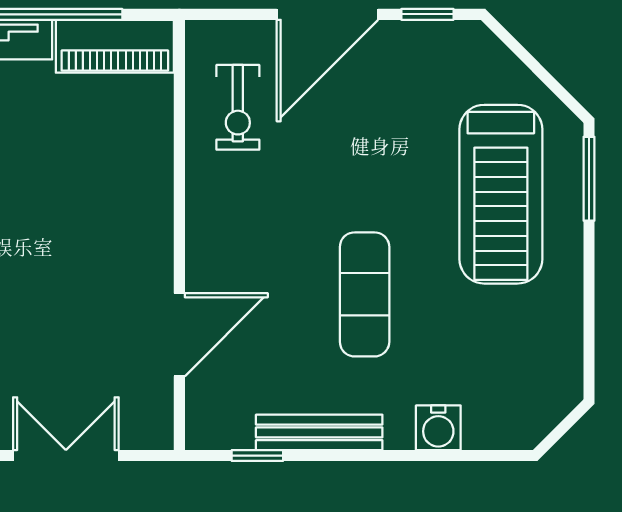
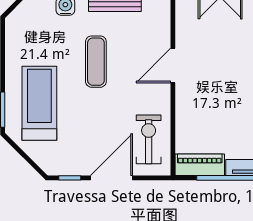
exercise bike: (238, 107) -> (149, 139), width x1.38, depth x1.39
door: (179, 335) -> (173, 66), moved

